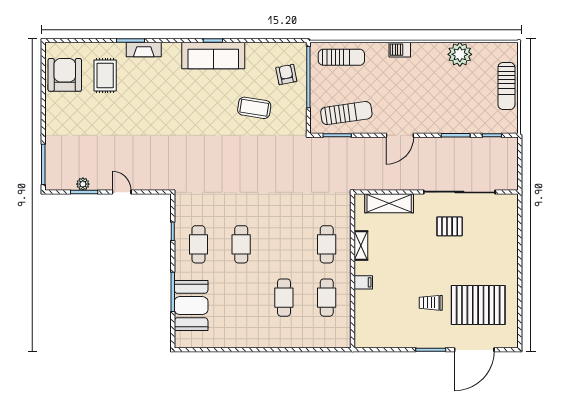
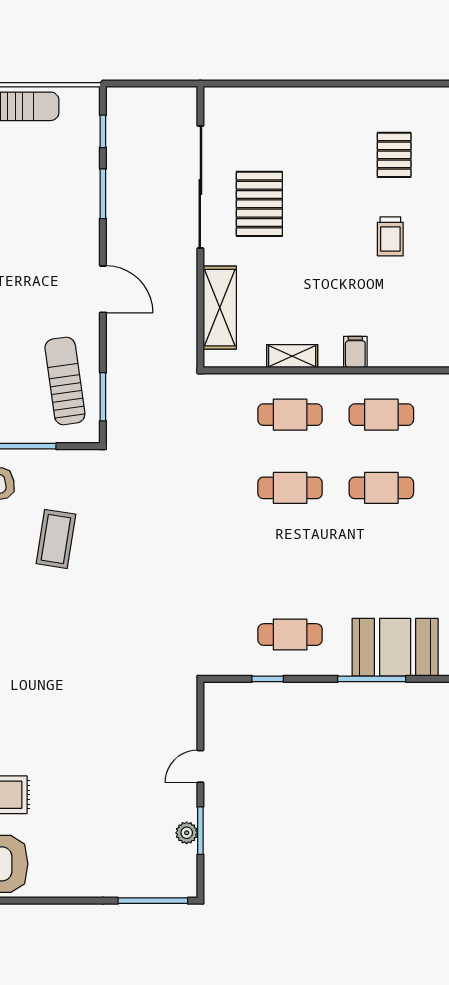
pallet: (450, 226) -> (259, 204), width x1.50, depth x1.42
cafe table: (241, 244) -> (290, 488), moved
pallet: (478, 305) -> (394, 155), width x0.49, depth x0.50

